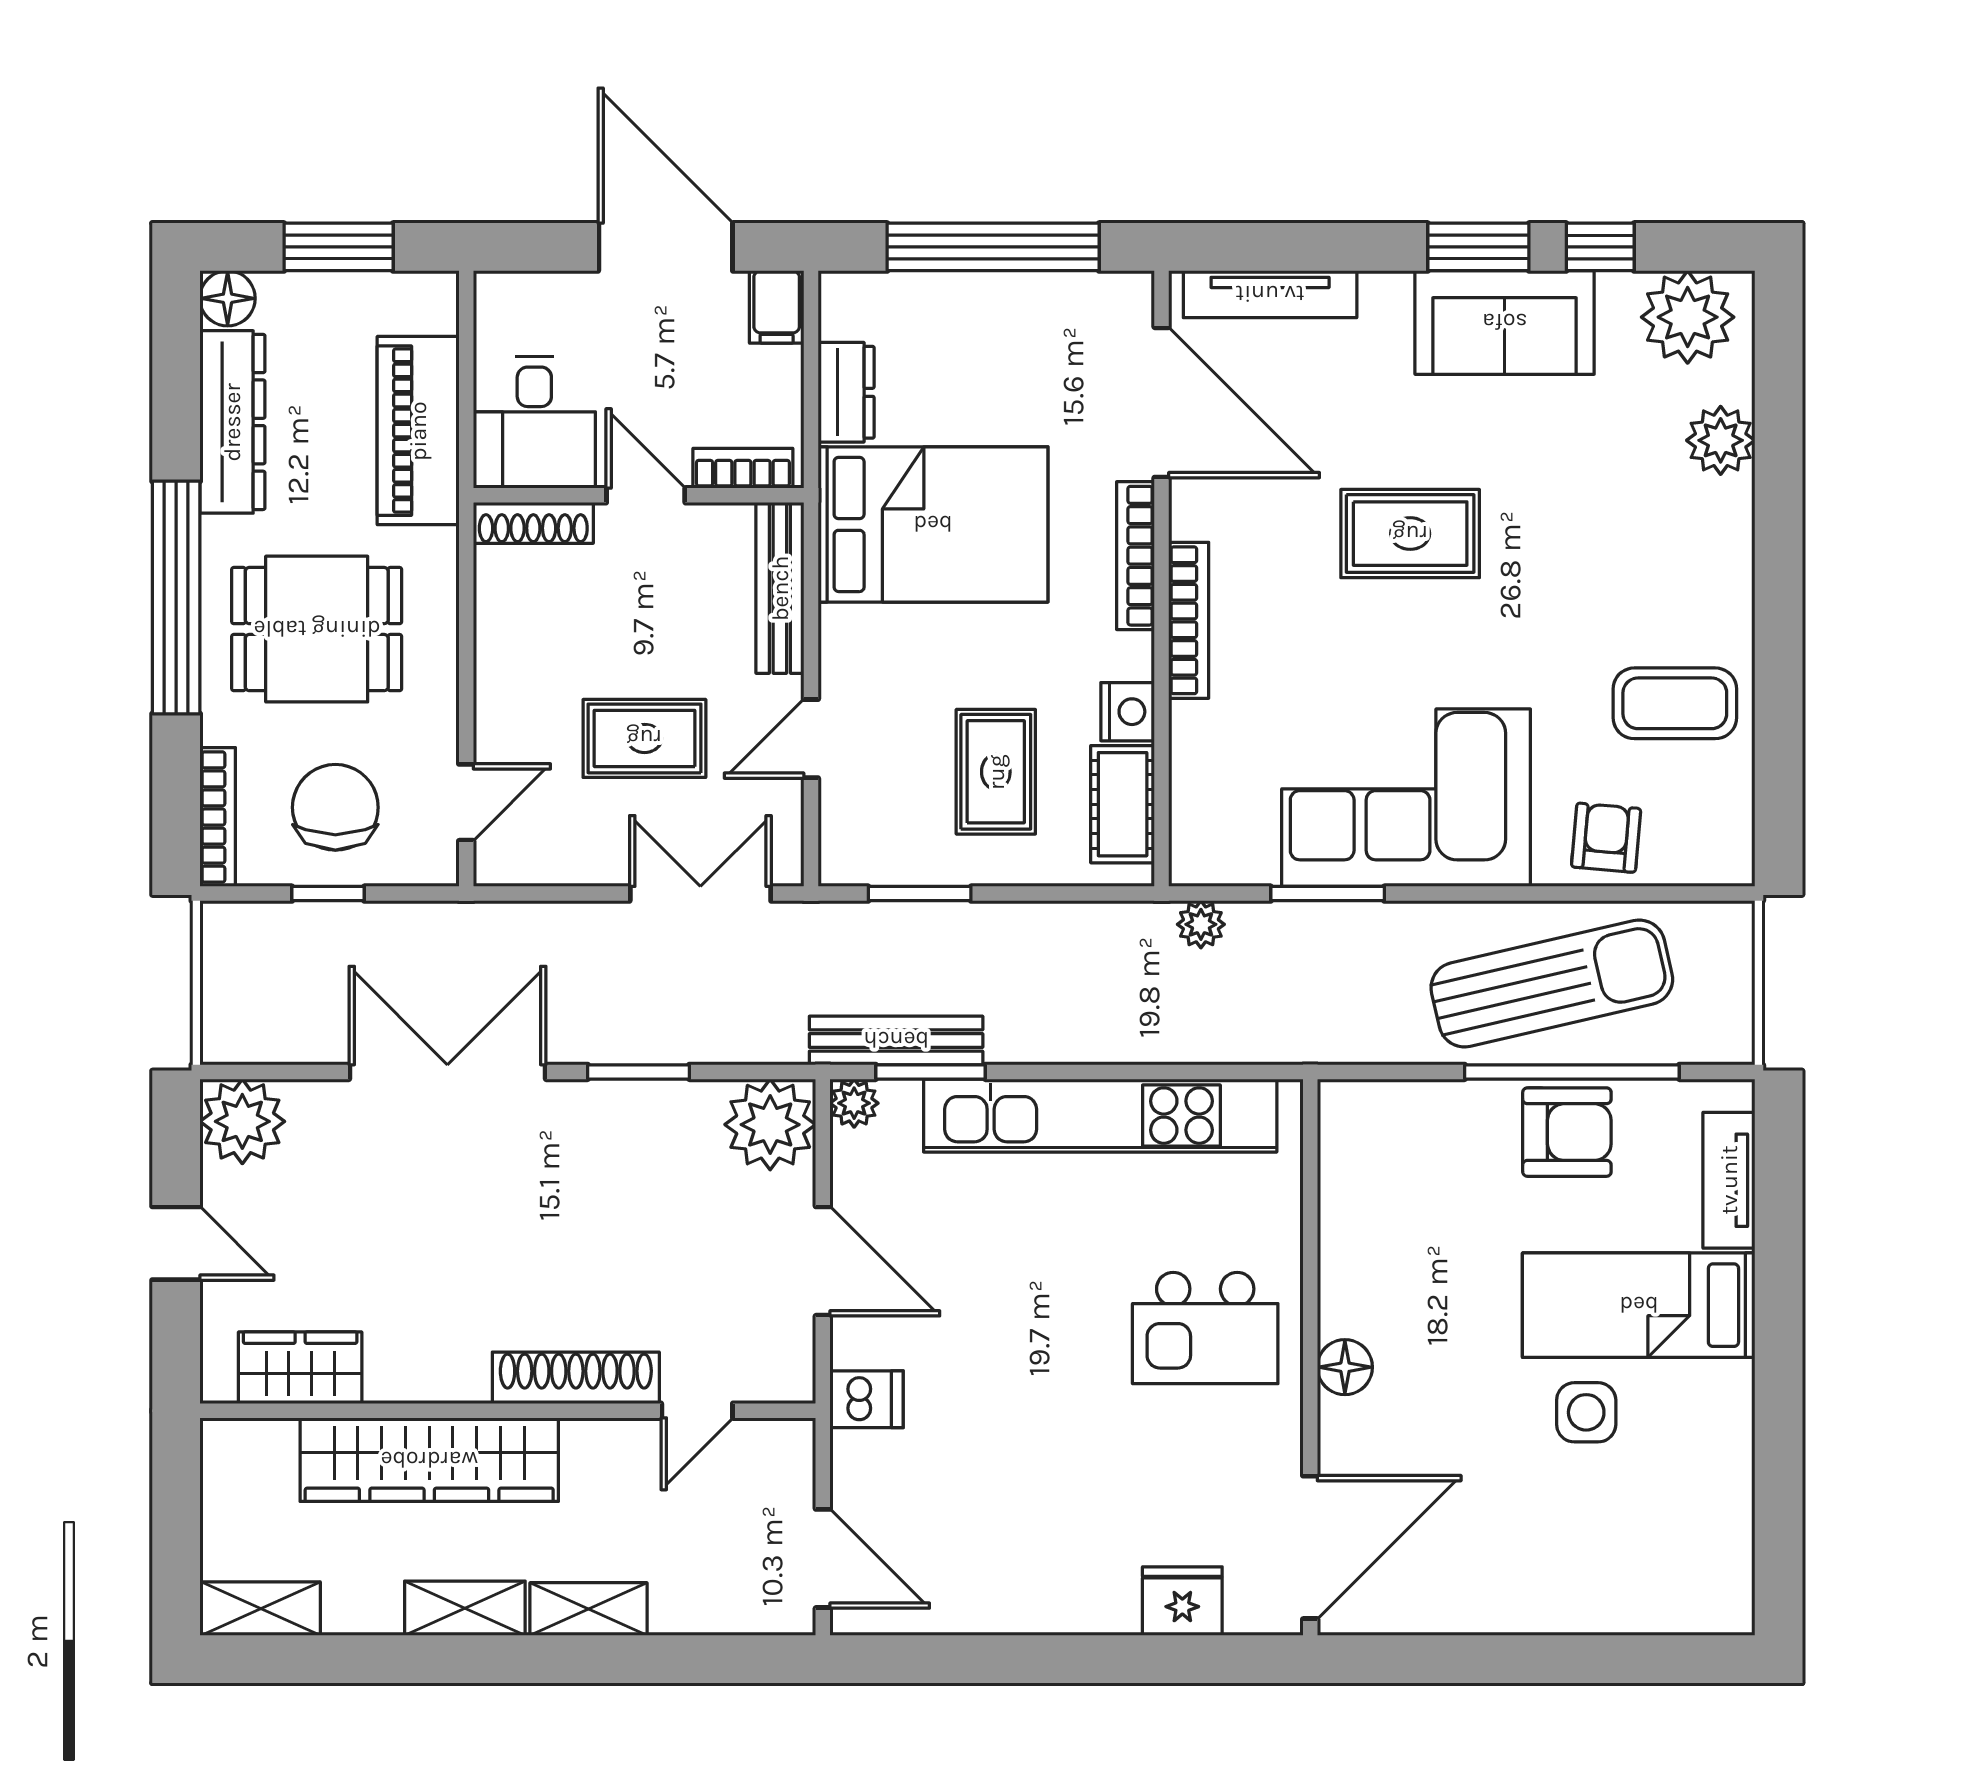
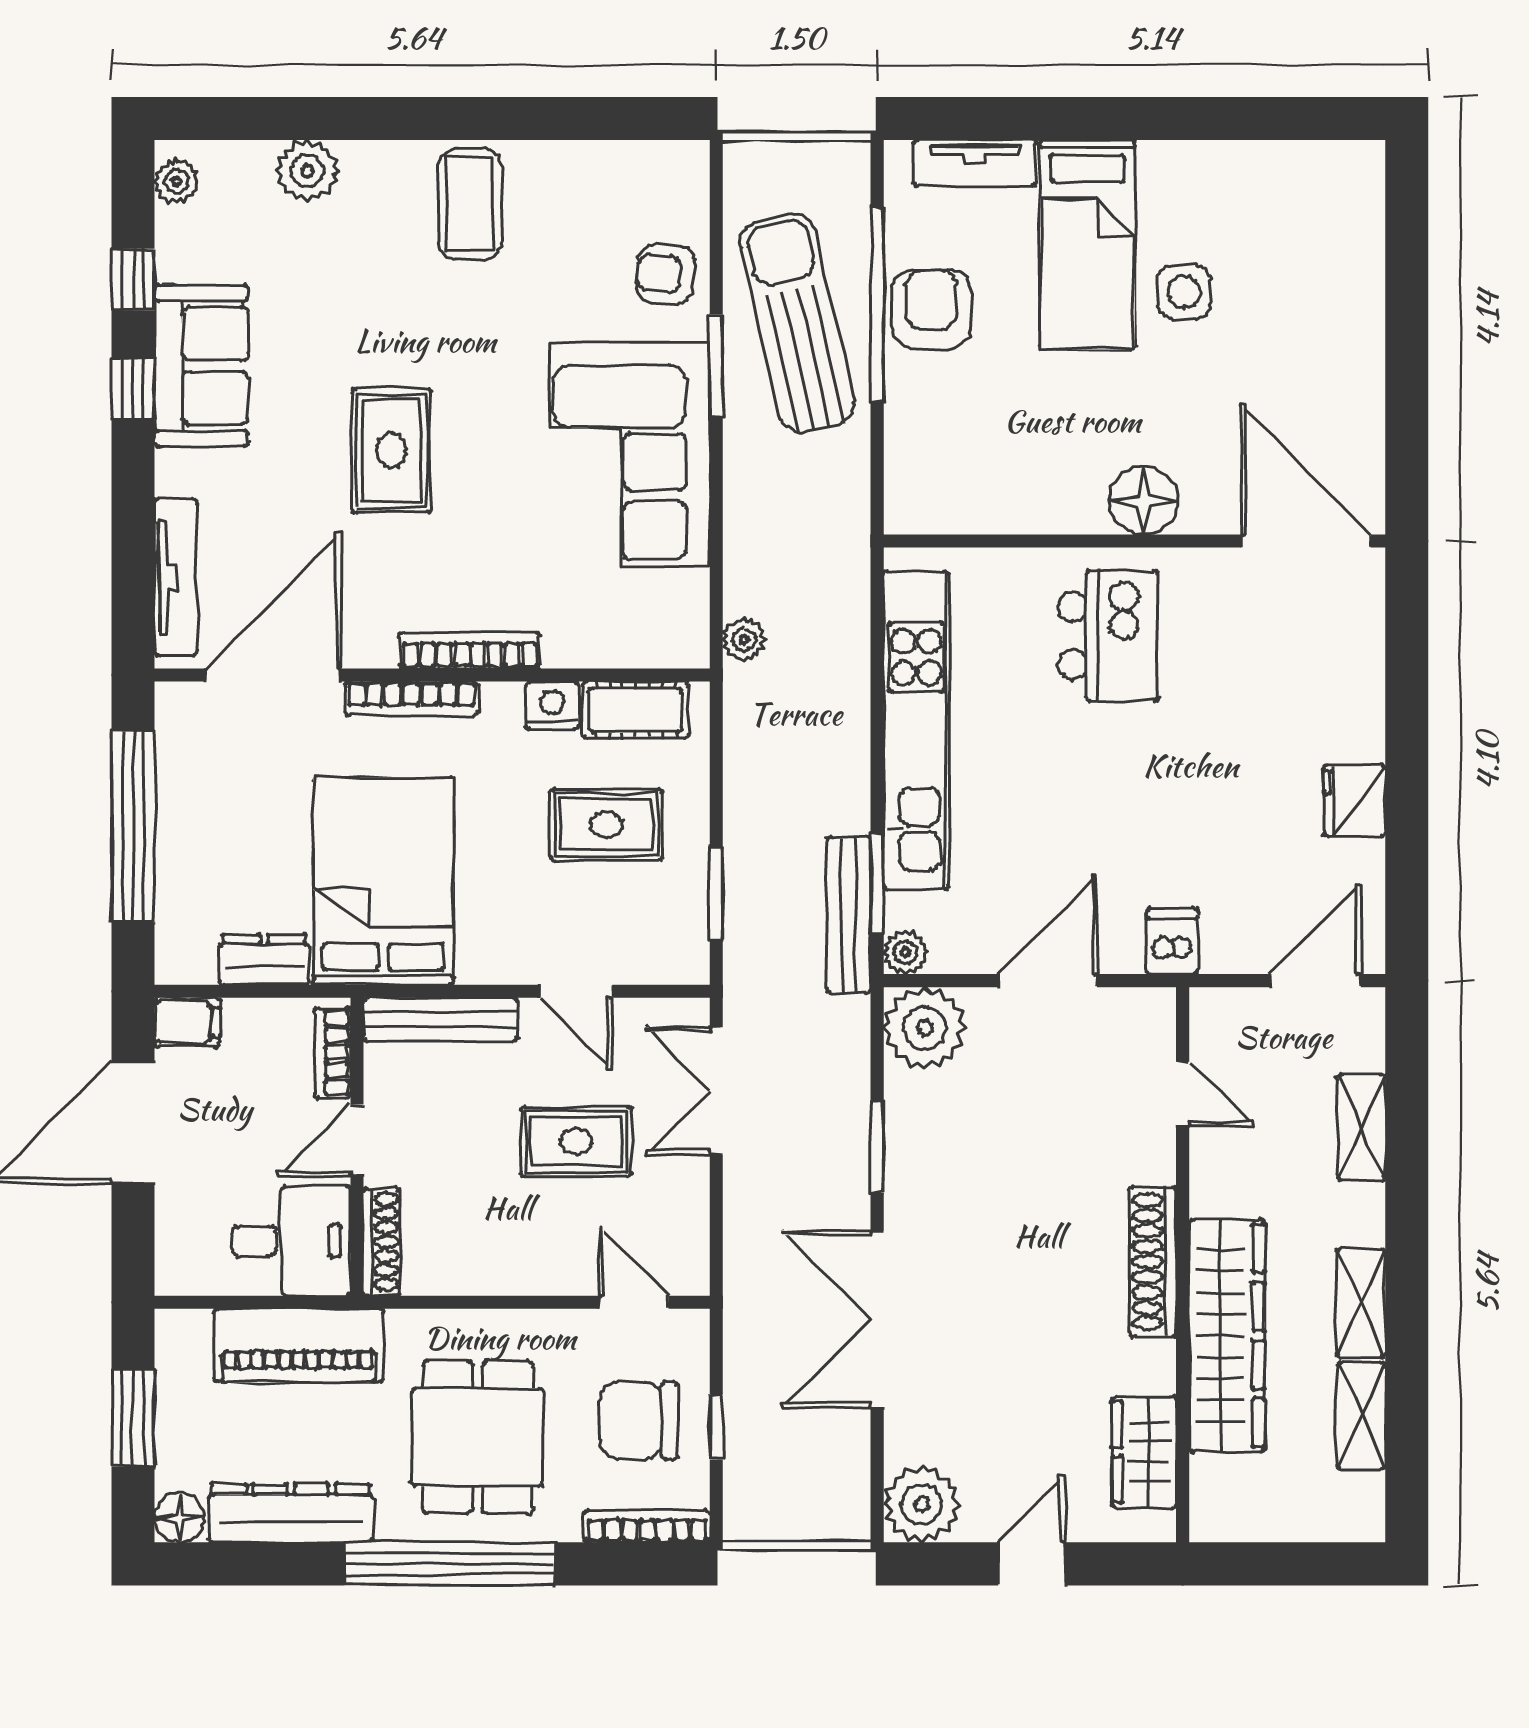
window: (1478, 247) -> (133, 389), width x0.67
plant: (1688, 317) -> (177, 181), width x0.53, depth x0.53
coffee table: (1675, 703) -> (470, 204), moved
rug: (644, 738) -> (576, 1141), turned 90
window: (1328, 894) -> (716, 366), moved
floor lamp: (1345, 1367) -> (1143, 500), width x1.38, depth x1.38
shoe rack: (576, 1378) -> (1153, 1262), moved
fridge: (1182, 1601) -> (1354, 801), moved
shelving: (261, 1609) -> (1361, 1416), moved
shelving: (589, 1609) -> (1362, 1127), moved

